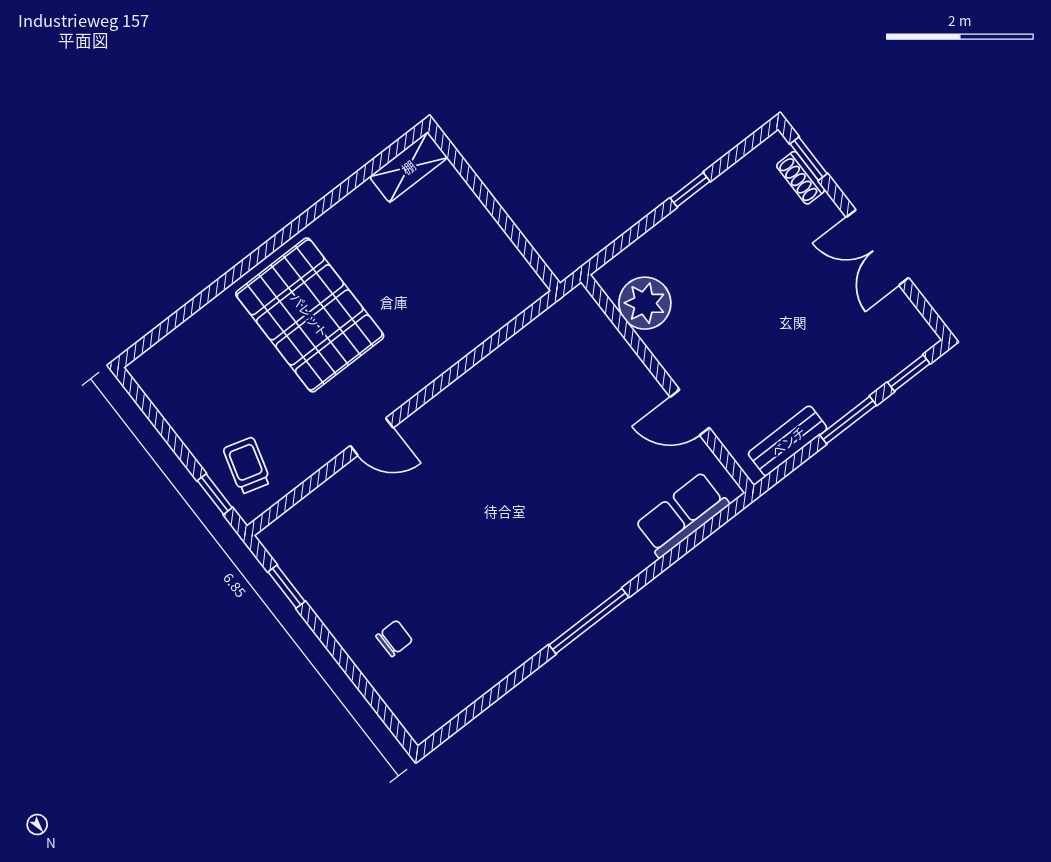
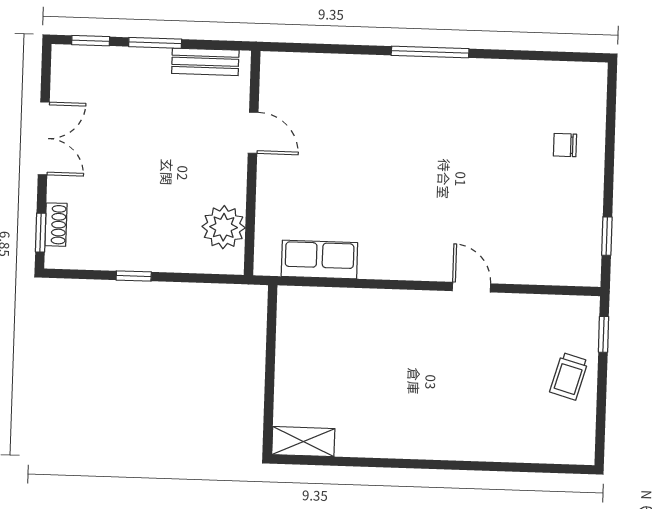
pallet: (310, 315) -> (446, 399), removed
trolley: (247, 466) -> (569, 376), moved
row of seats: (682, 515) -> (319, 260), moved, turned 180

